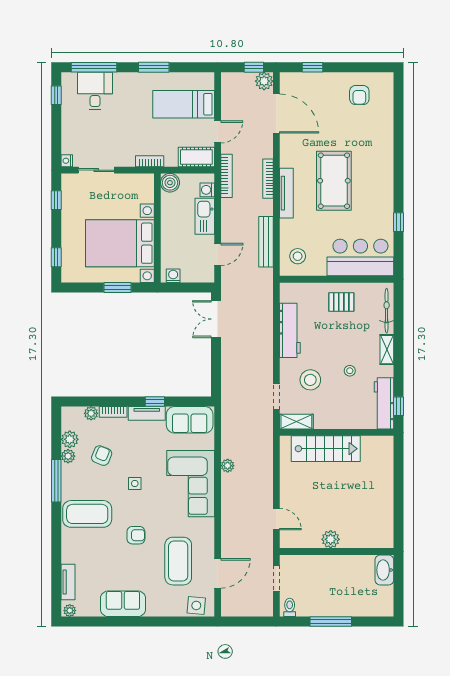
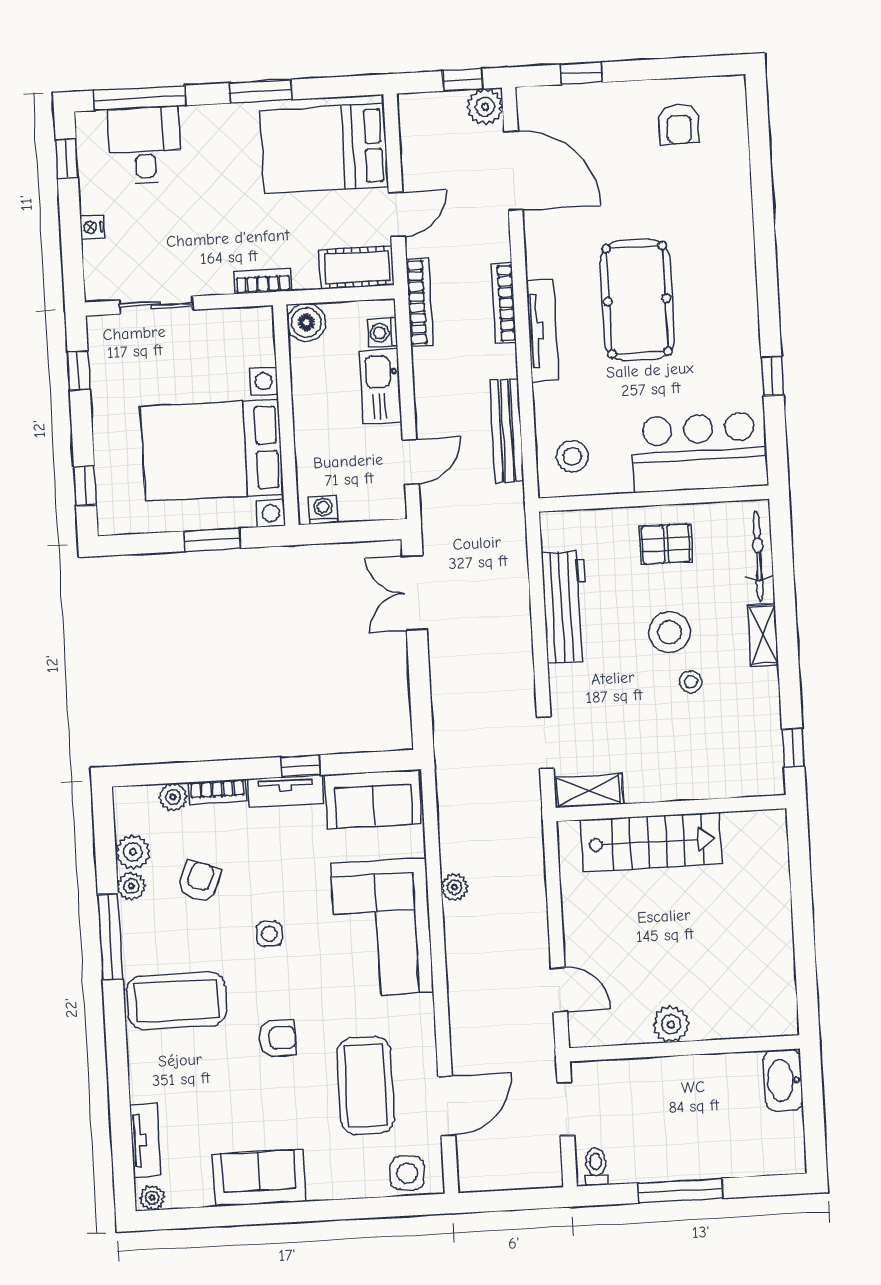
bed: (184, 104) -> (324, 149), width x1.50
nightstand: (67, 161) -> (92, 227), moved
stool: (310, 380) -> (670, 632), moved
workbench: (384, 403) -> (763, 744), removed

